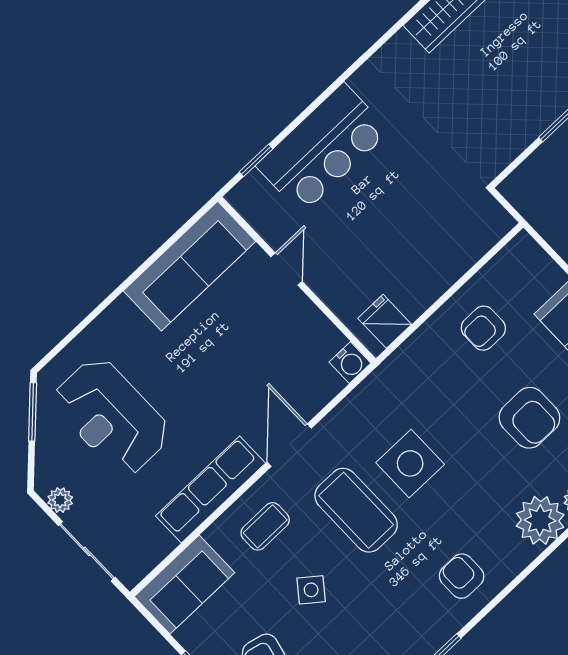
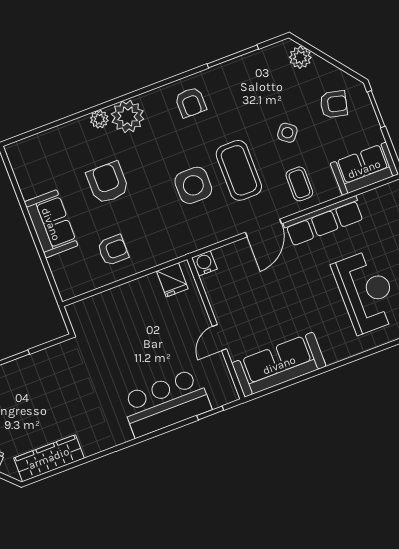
coffee table: (265, 526) -> (299, 184), turned 90

